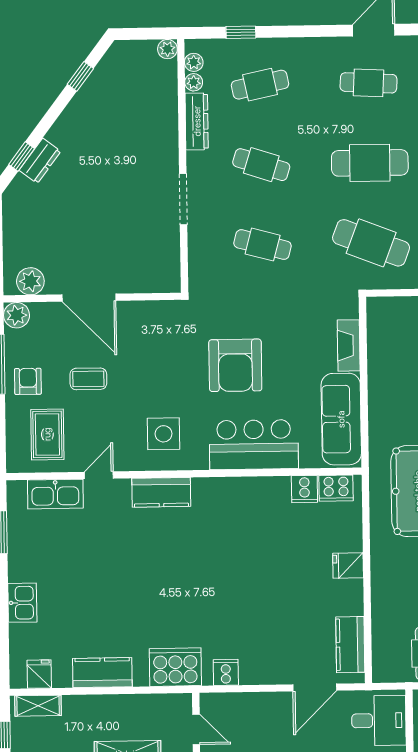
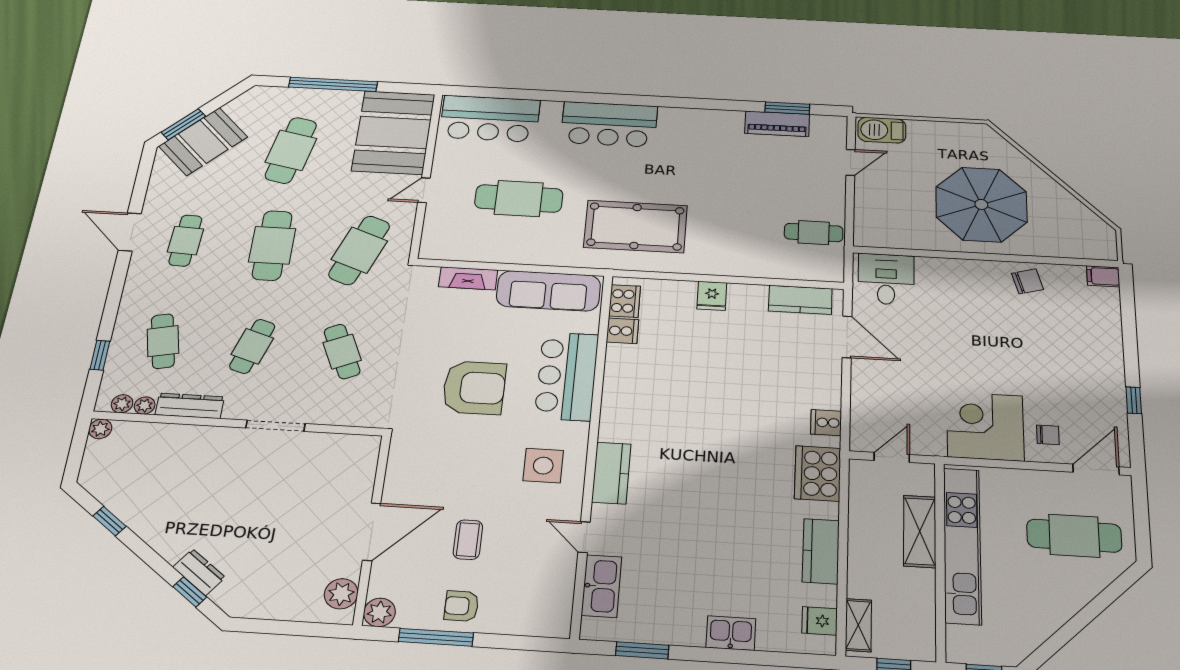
cafe table: (263, 245) -> (342, 351), turned -39
rug: (47, 434) -> (529, 589), removed

